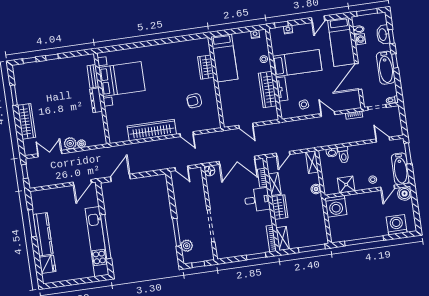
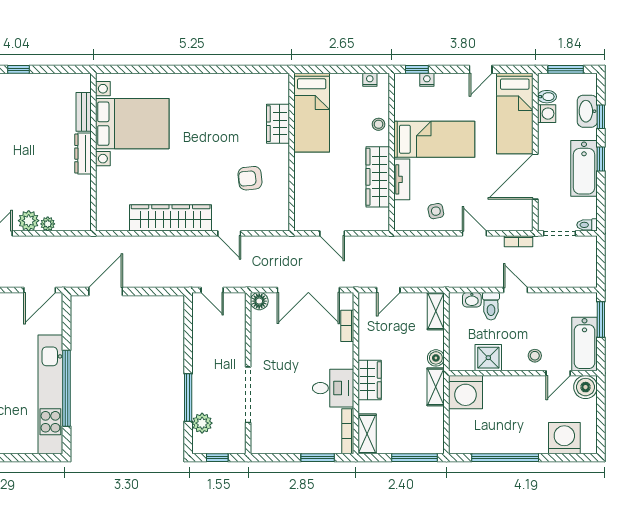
door: (383, 140) -> (516, 290), moved
shelving: (275, 184) -> (436, 387), moved
desk: (257, 200) -> (333, 388), moved

